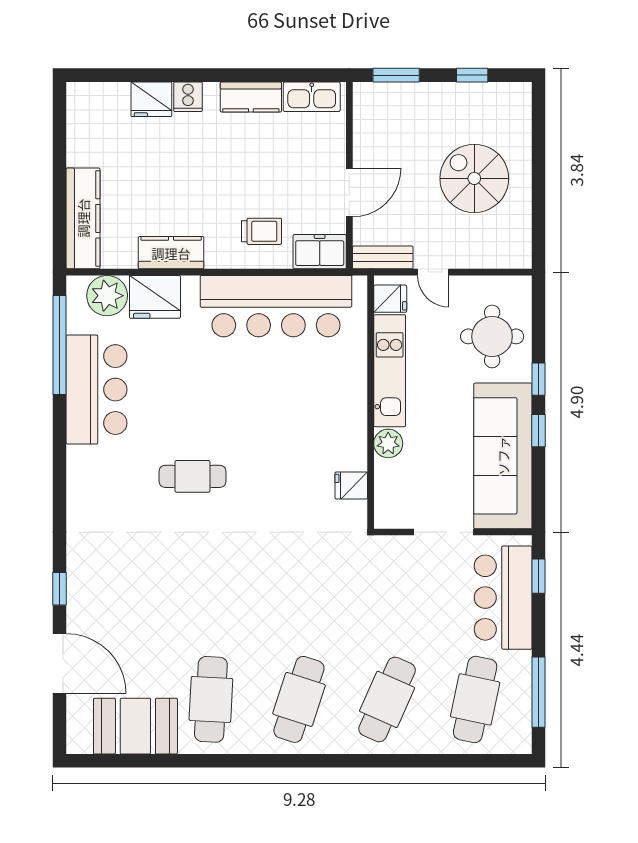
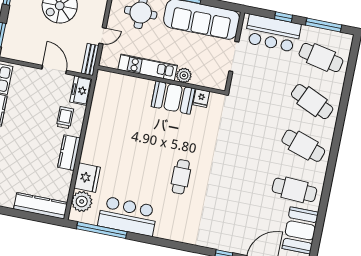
kitchen counter: (171, 253) -> (69, 153), moved
fridge: (390, 299) -> (112, 60), removed
bar counter: (276, 306) -> (104, 118), removed
booth: (341, 431) -> (173, 98), added
window: (538, 576) -> (284, 17), moved

